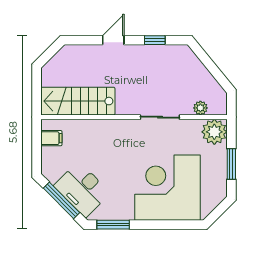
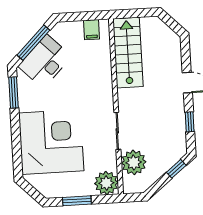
window: (204, 57) -> (176, 169), added
plant: (200, 108) -> (134, 162), width x1.87, depth x1.87

